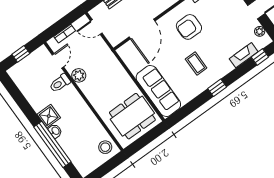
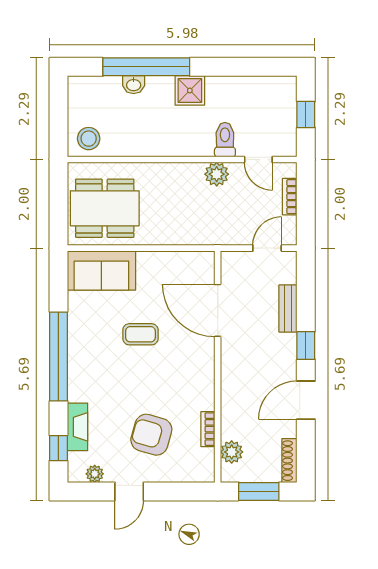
armchair: (189, 27) -> (151, 435), moved, turned -74
coffee table: (196, 63) -> (140, 334), moved
window: (217, 88) -> (58, 357), width x3.17
sofa: (158, 91) -> (101, 270), width x0.73
dining table: (132, 116) -> (105, 208), turned 90
washbasin: (55, 131) -> (134, 85), moved

